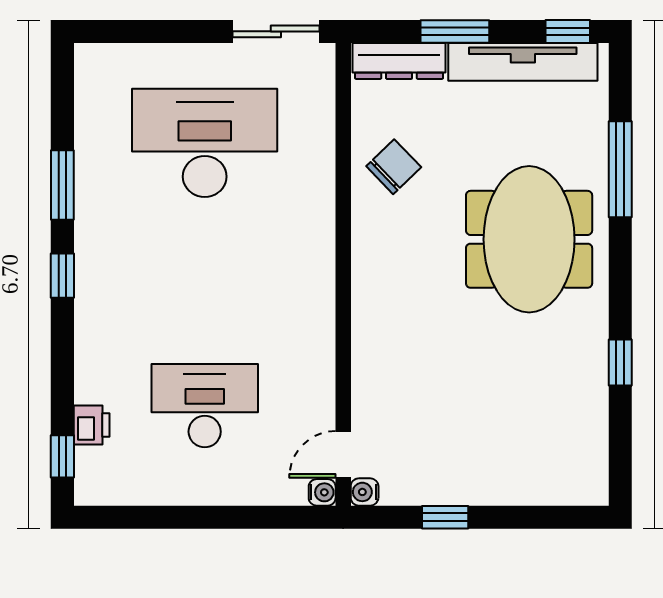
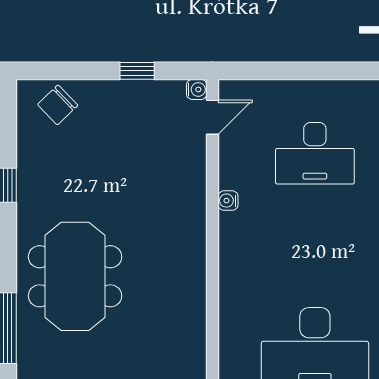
chair: (394, 167) -> (58, 105), moved
water cooler: (322, 492) -> (228, 201), moved

